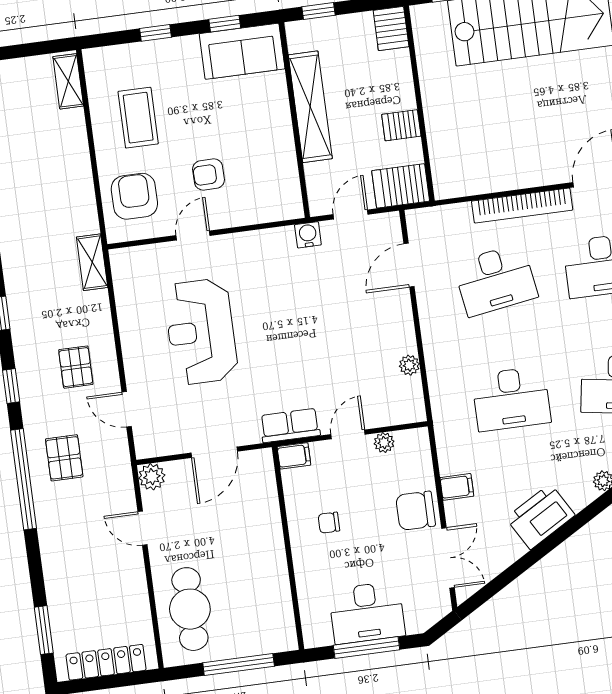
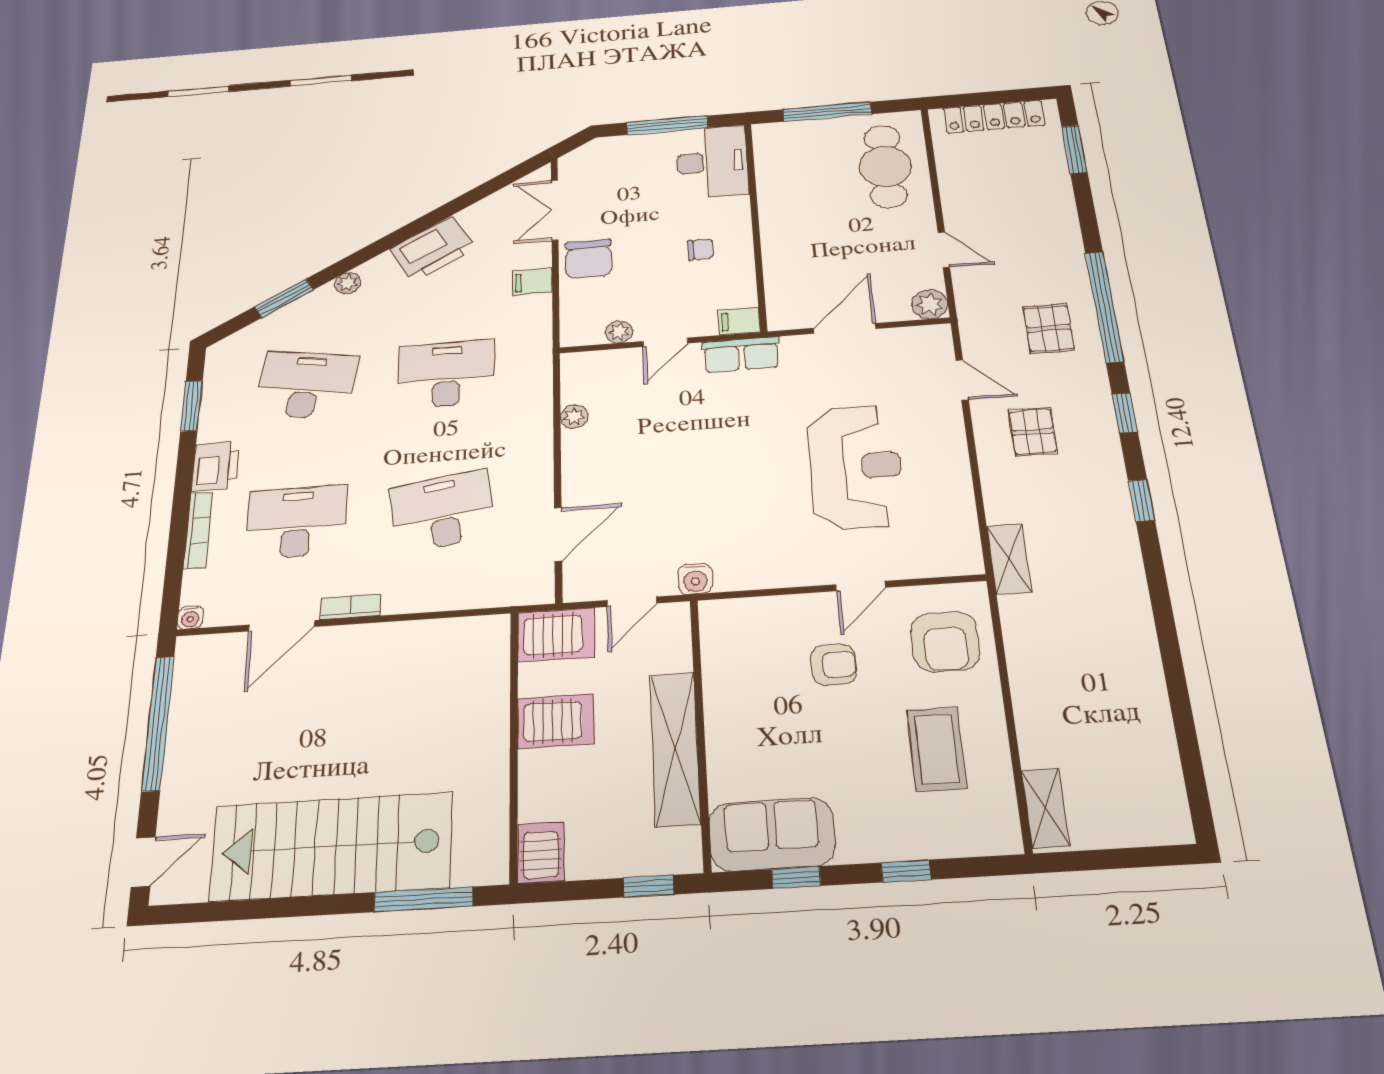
server rack: (401, 125) -> (556, 721), width x1.36, depth x1.44
bookcase: (522, 206) -> (351, 607), width x0.43, depth x0.76
chair: (416, 511) -> (588, 259), turned 90
desk: (367, 613) -> (712, 162), moved, turned 90

